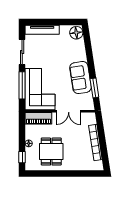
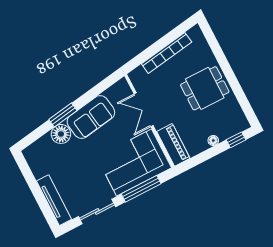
floor lamp: (76, 33) -> (61, 134), moved
window: (94, 88) -> (63, 115), moved
double door: (69, 111) -> (144, 110), swing flipped
dining table: (51, 152) -> (205, 88), moved

